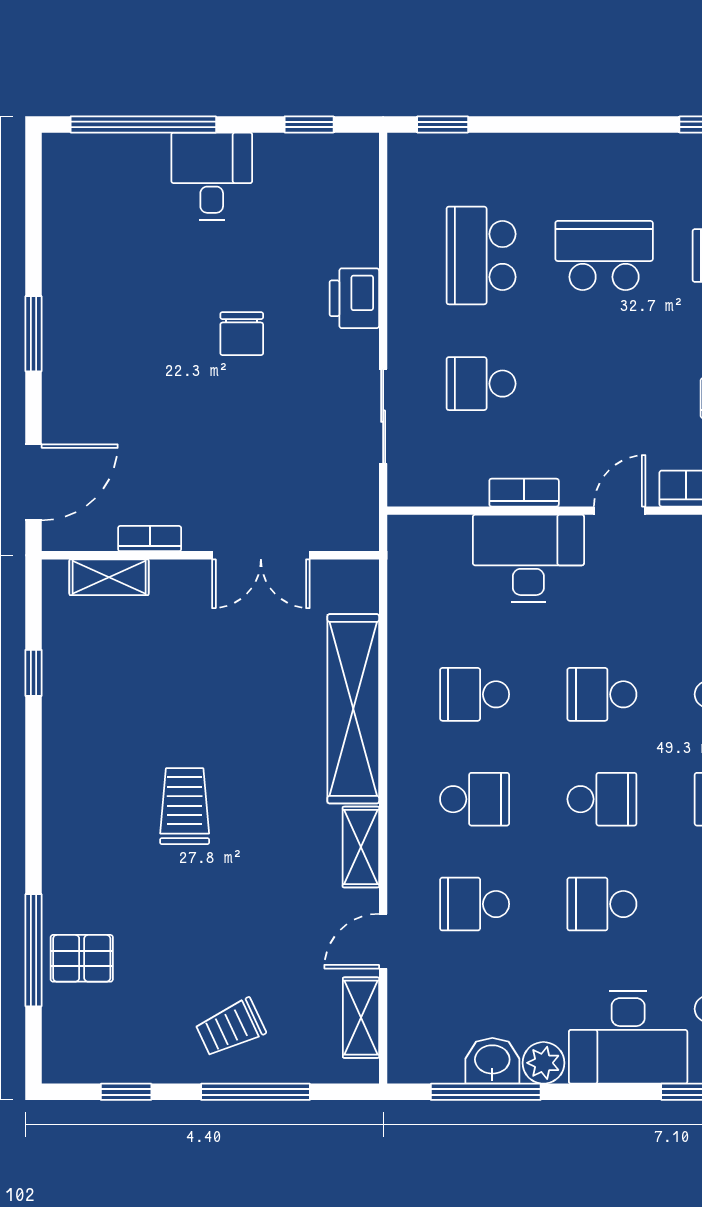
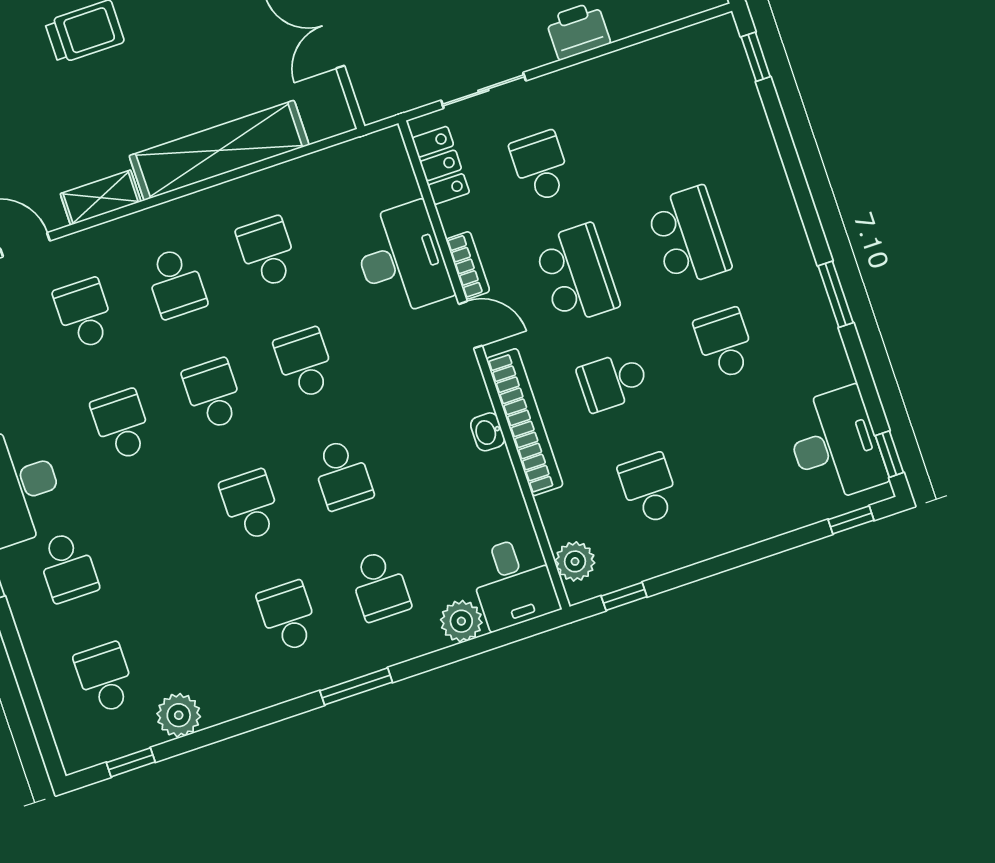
school desk: (481, 255) -> (577, 274), moved, turned 90
locker: (445, 486) -> (441, 165), added
bookcase: (524, 493) -> (468, 265), moved
school desk: (602, 799) -> (213, 394), turned 180

